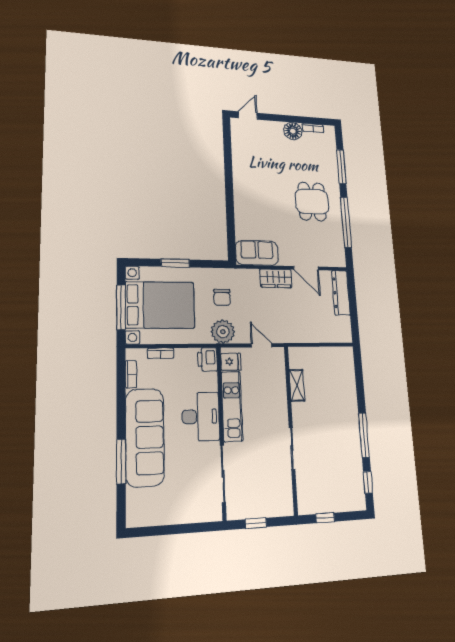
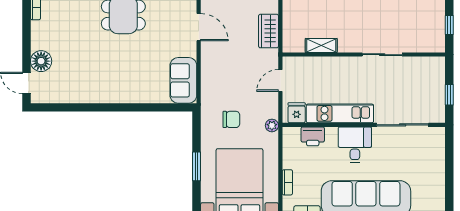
floor lamp: (293, 131) -> (41, 61), moved
door: (306, 268) -> (199, 27), hinge flipped
wardrobe: (276, 278) -> (269, 31), moved, turned 180
plant: (223, 332) -> (272, 125), width x0.53, depth x0.53
printer: (207, 359) -> (313, 136), moved
desk: (201, 416) -> (355, 145), width x0.73

